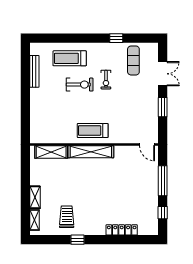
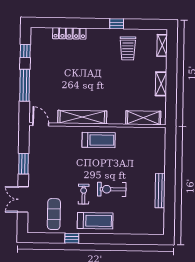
treadmill: (70, 58) -> (95, 221), moved
bench: (34, 71) -> (160, 191), moved
shelving: (91, 152) -> (82, 117), moved
shelving: (35, 197) -> (161, 84), moved

